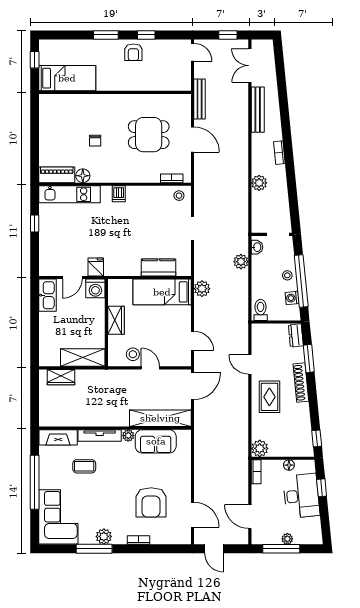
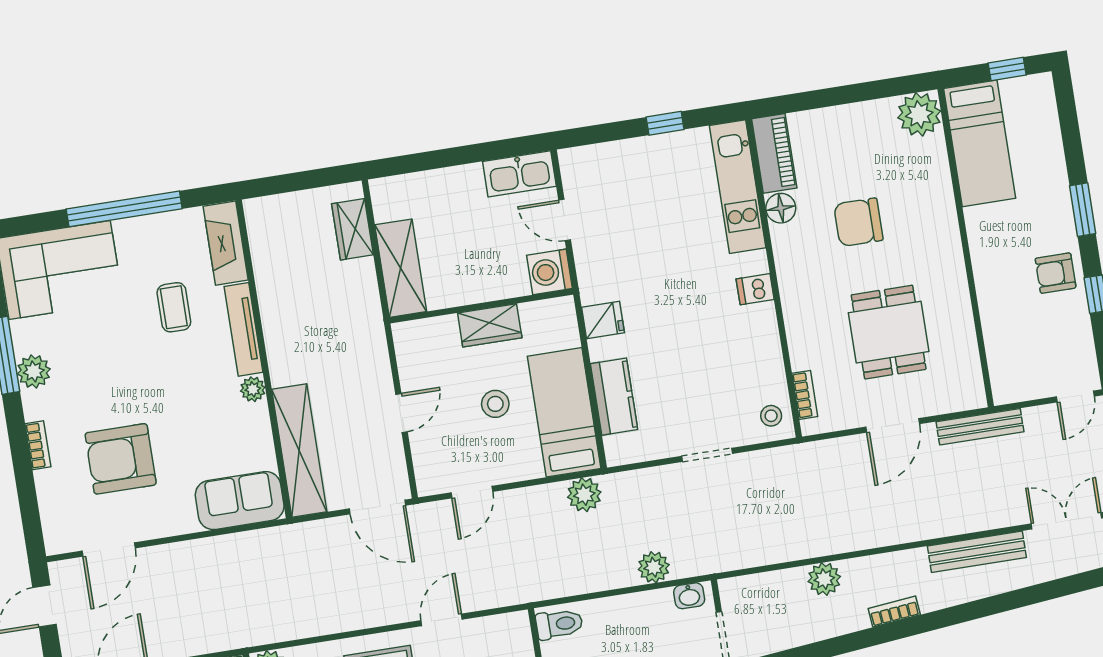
plant: (49, 104) -> (919, 114), added
chair: (95, 141) -> (858, 222), width x1.87, depth x1.87
fridge: (96, 267) -> (603, 320), moved
stool: (133, 354) -> (495, 404), moved
sofa: (156, 441) -> (240, 501), moved, turned 90

